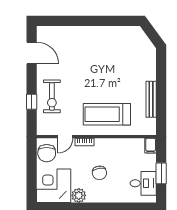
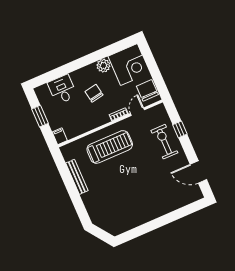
desk: (143, 183) -> (62, 89), moved, turned 90

